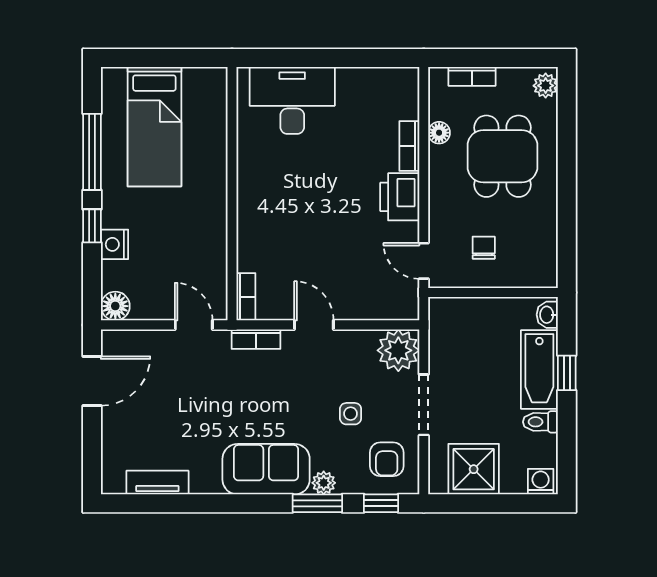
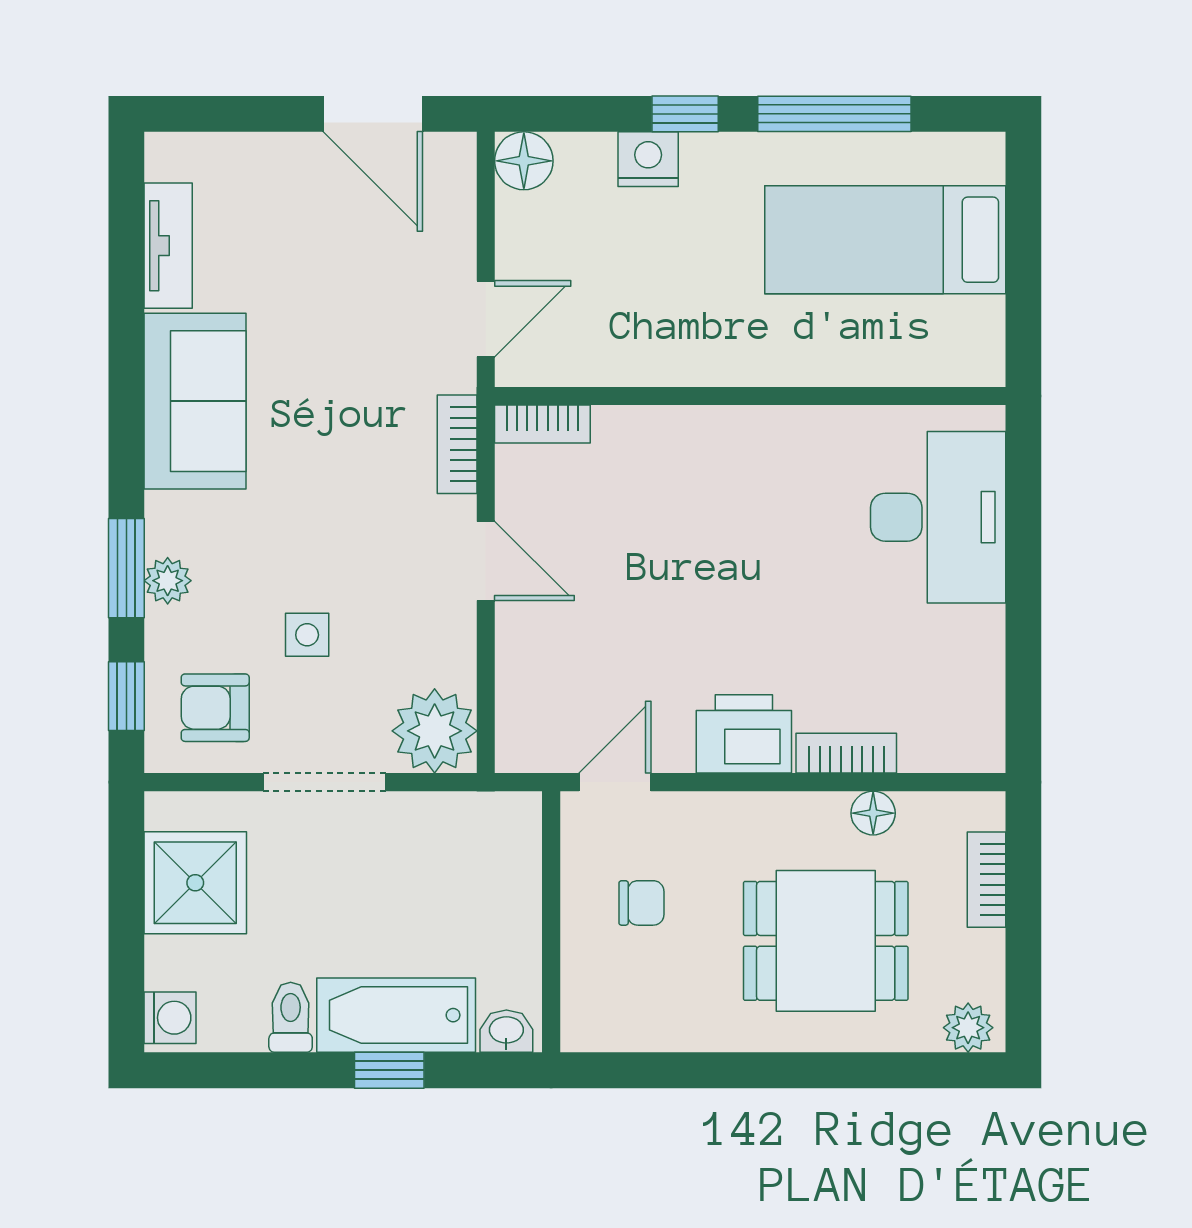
door: (314, 325) -> (486, 561), hinge flipped
sofa: (266, 469) -> (195, 401), moved

